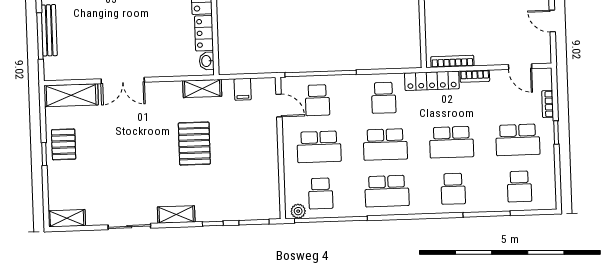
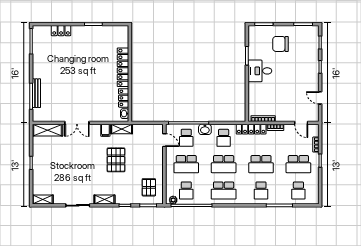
washbasin: (350, 84) -> (205, 129), added
filing cabinet: (243, 89) -> (105, 130), moved
pallet: (64, 144) -> (149, 187), moved

